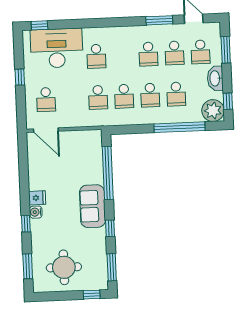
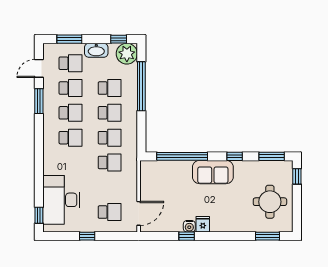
school desk: (96, 56) -> (71, 138), moved
water cooler: (36, 212) -> (189, 226), moved
window: (26, 224) -> (187, 236), moved

